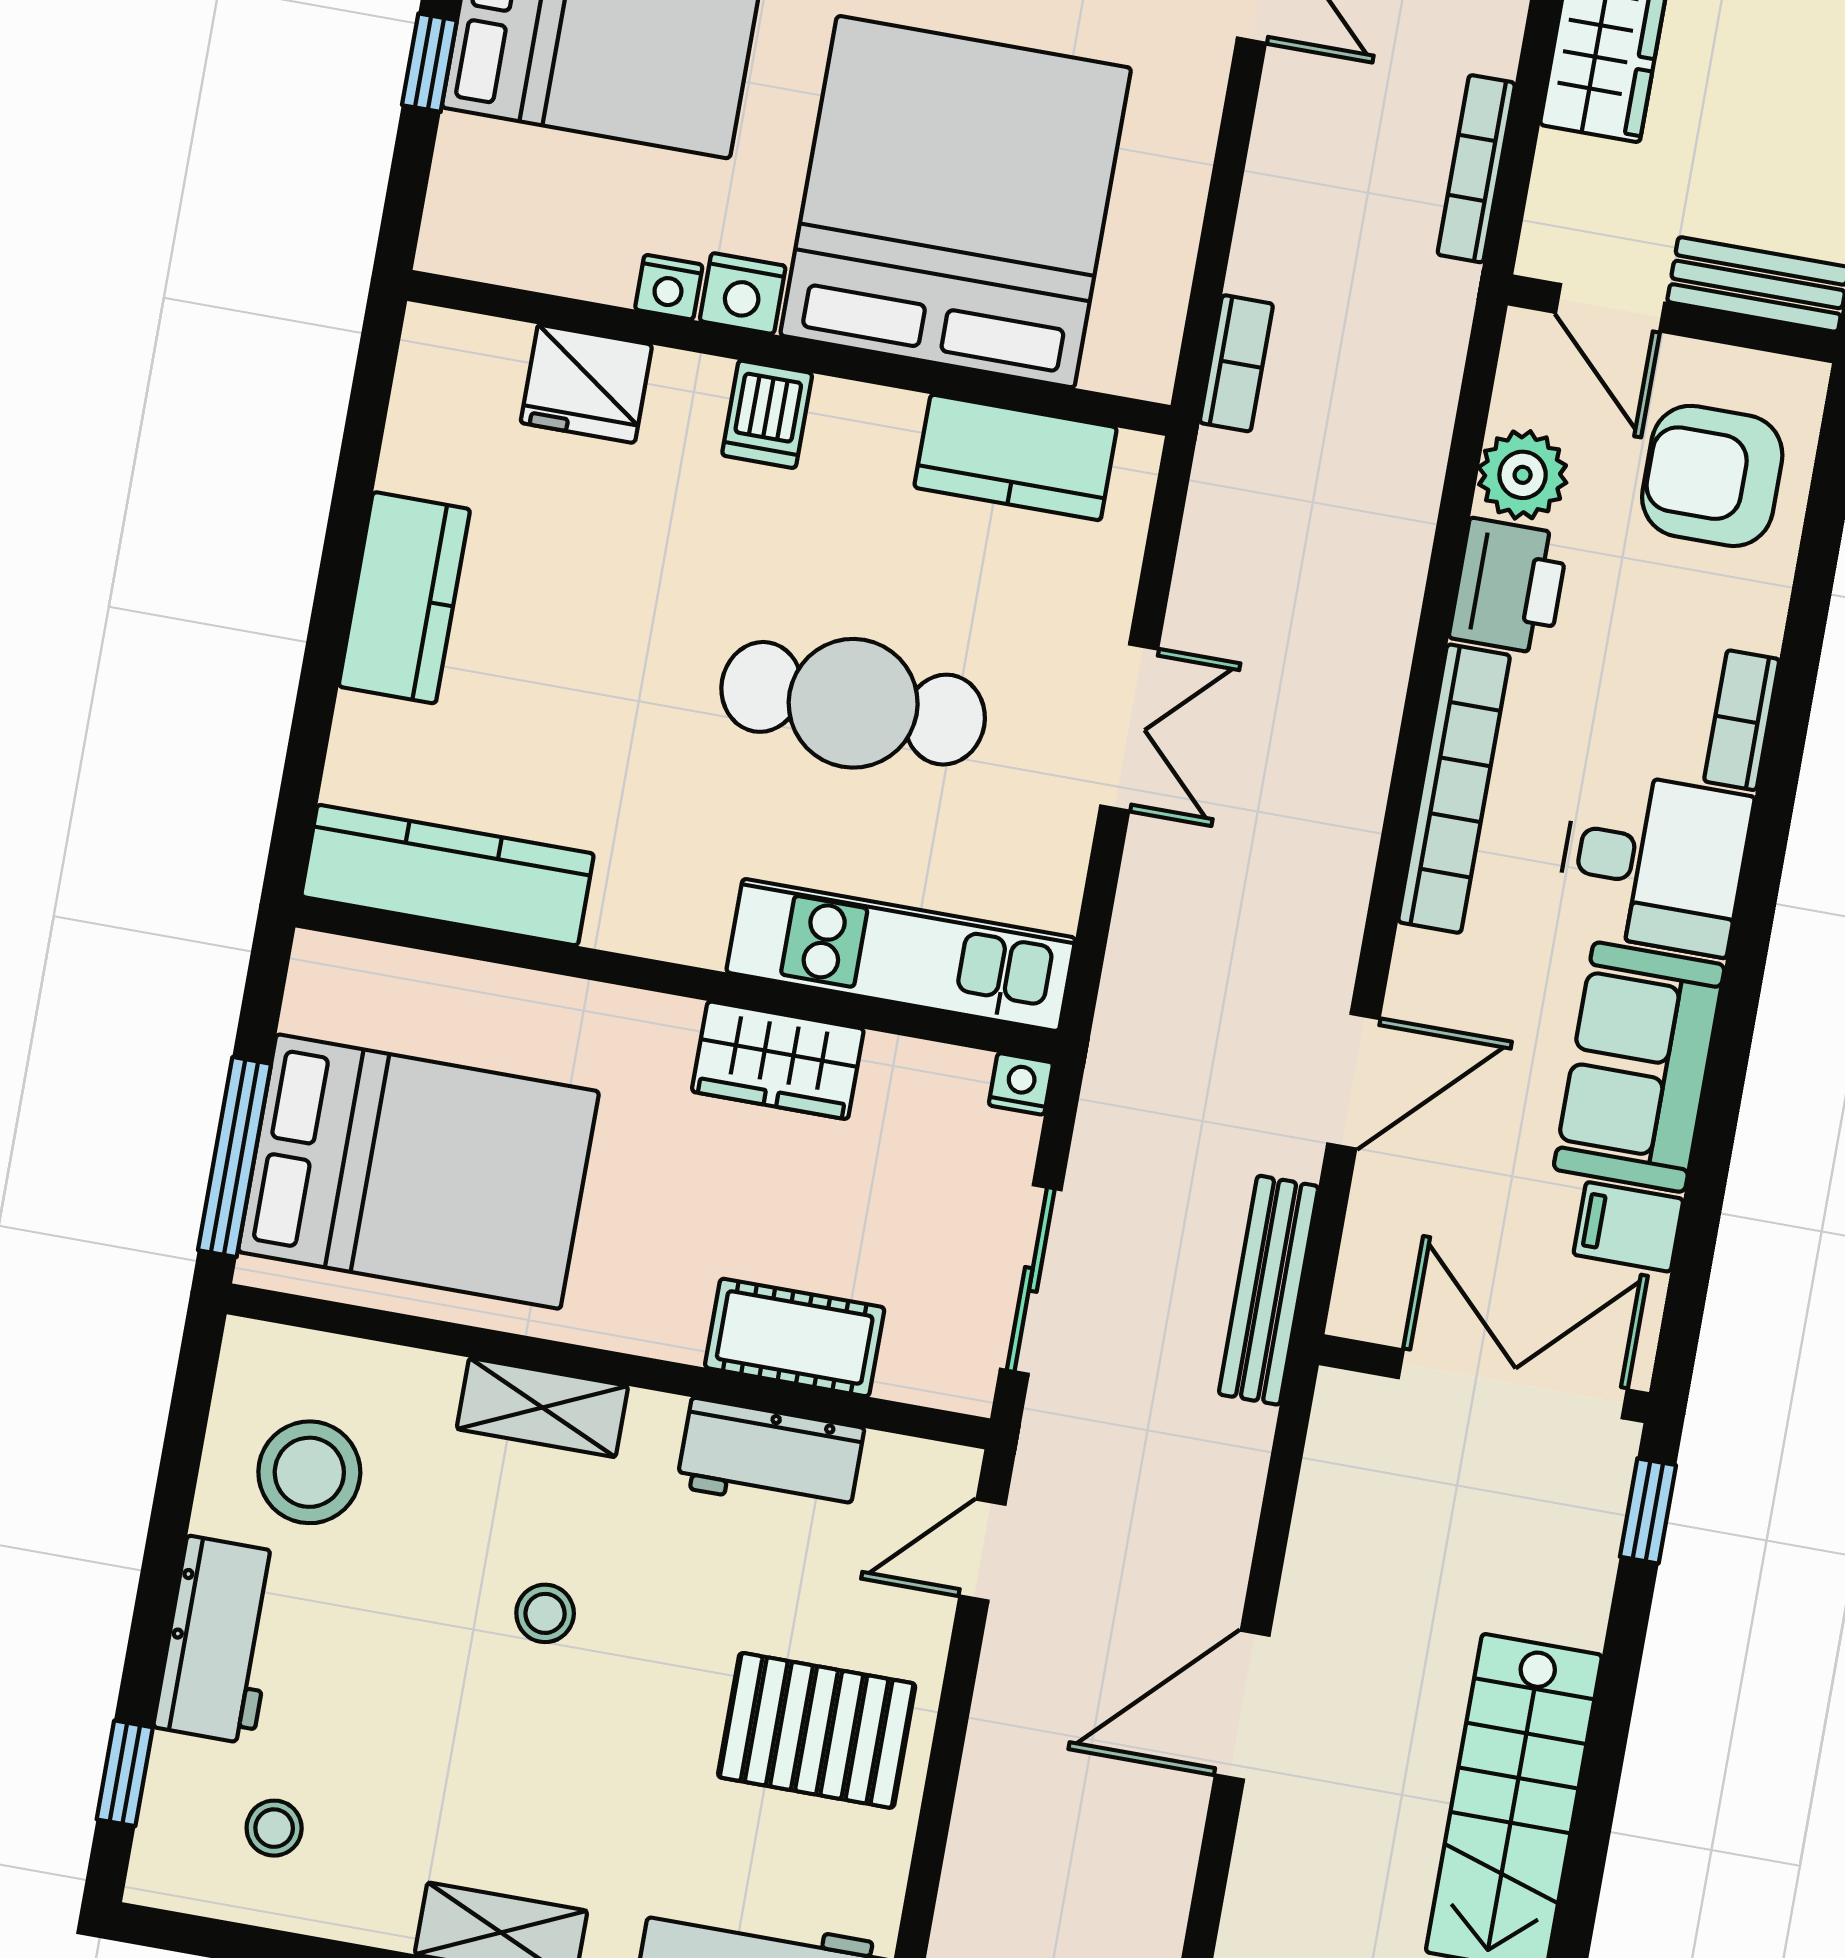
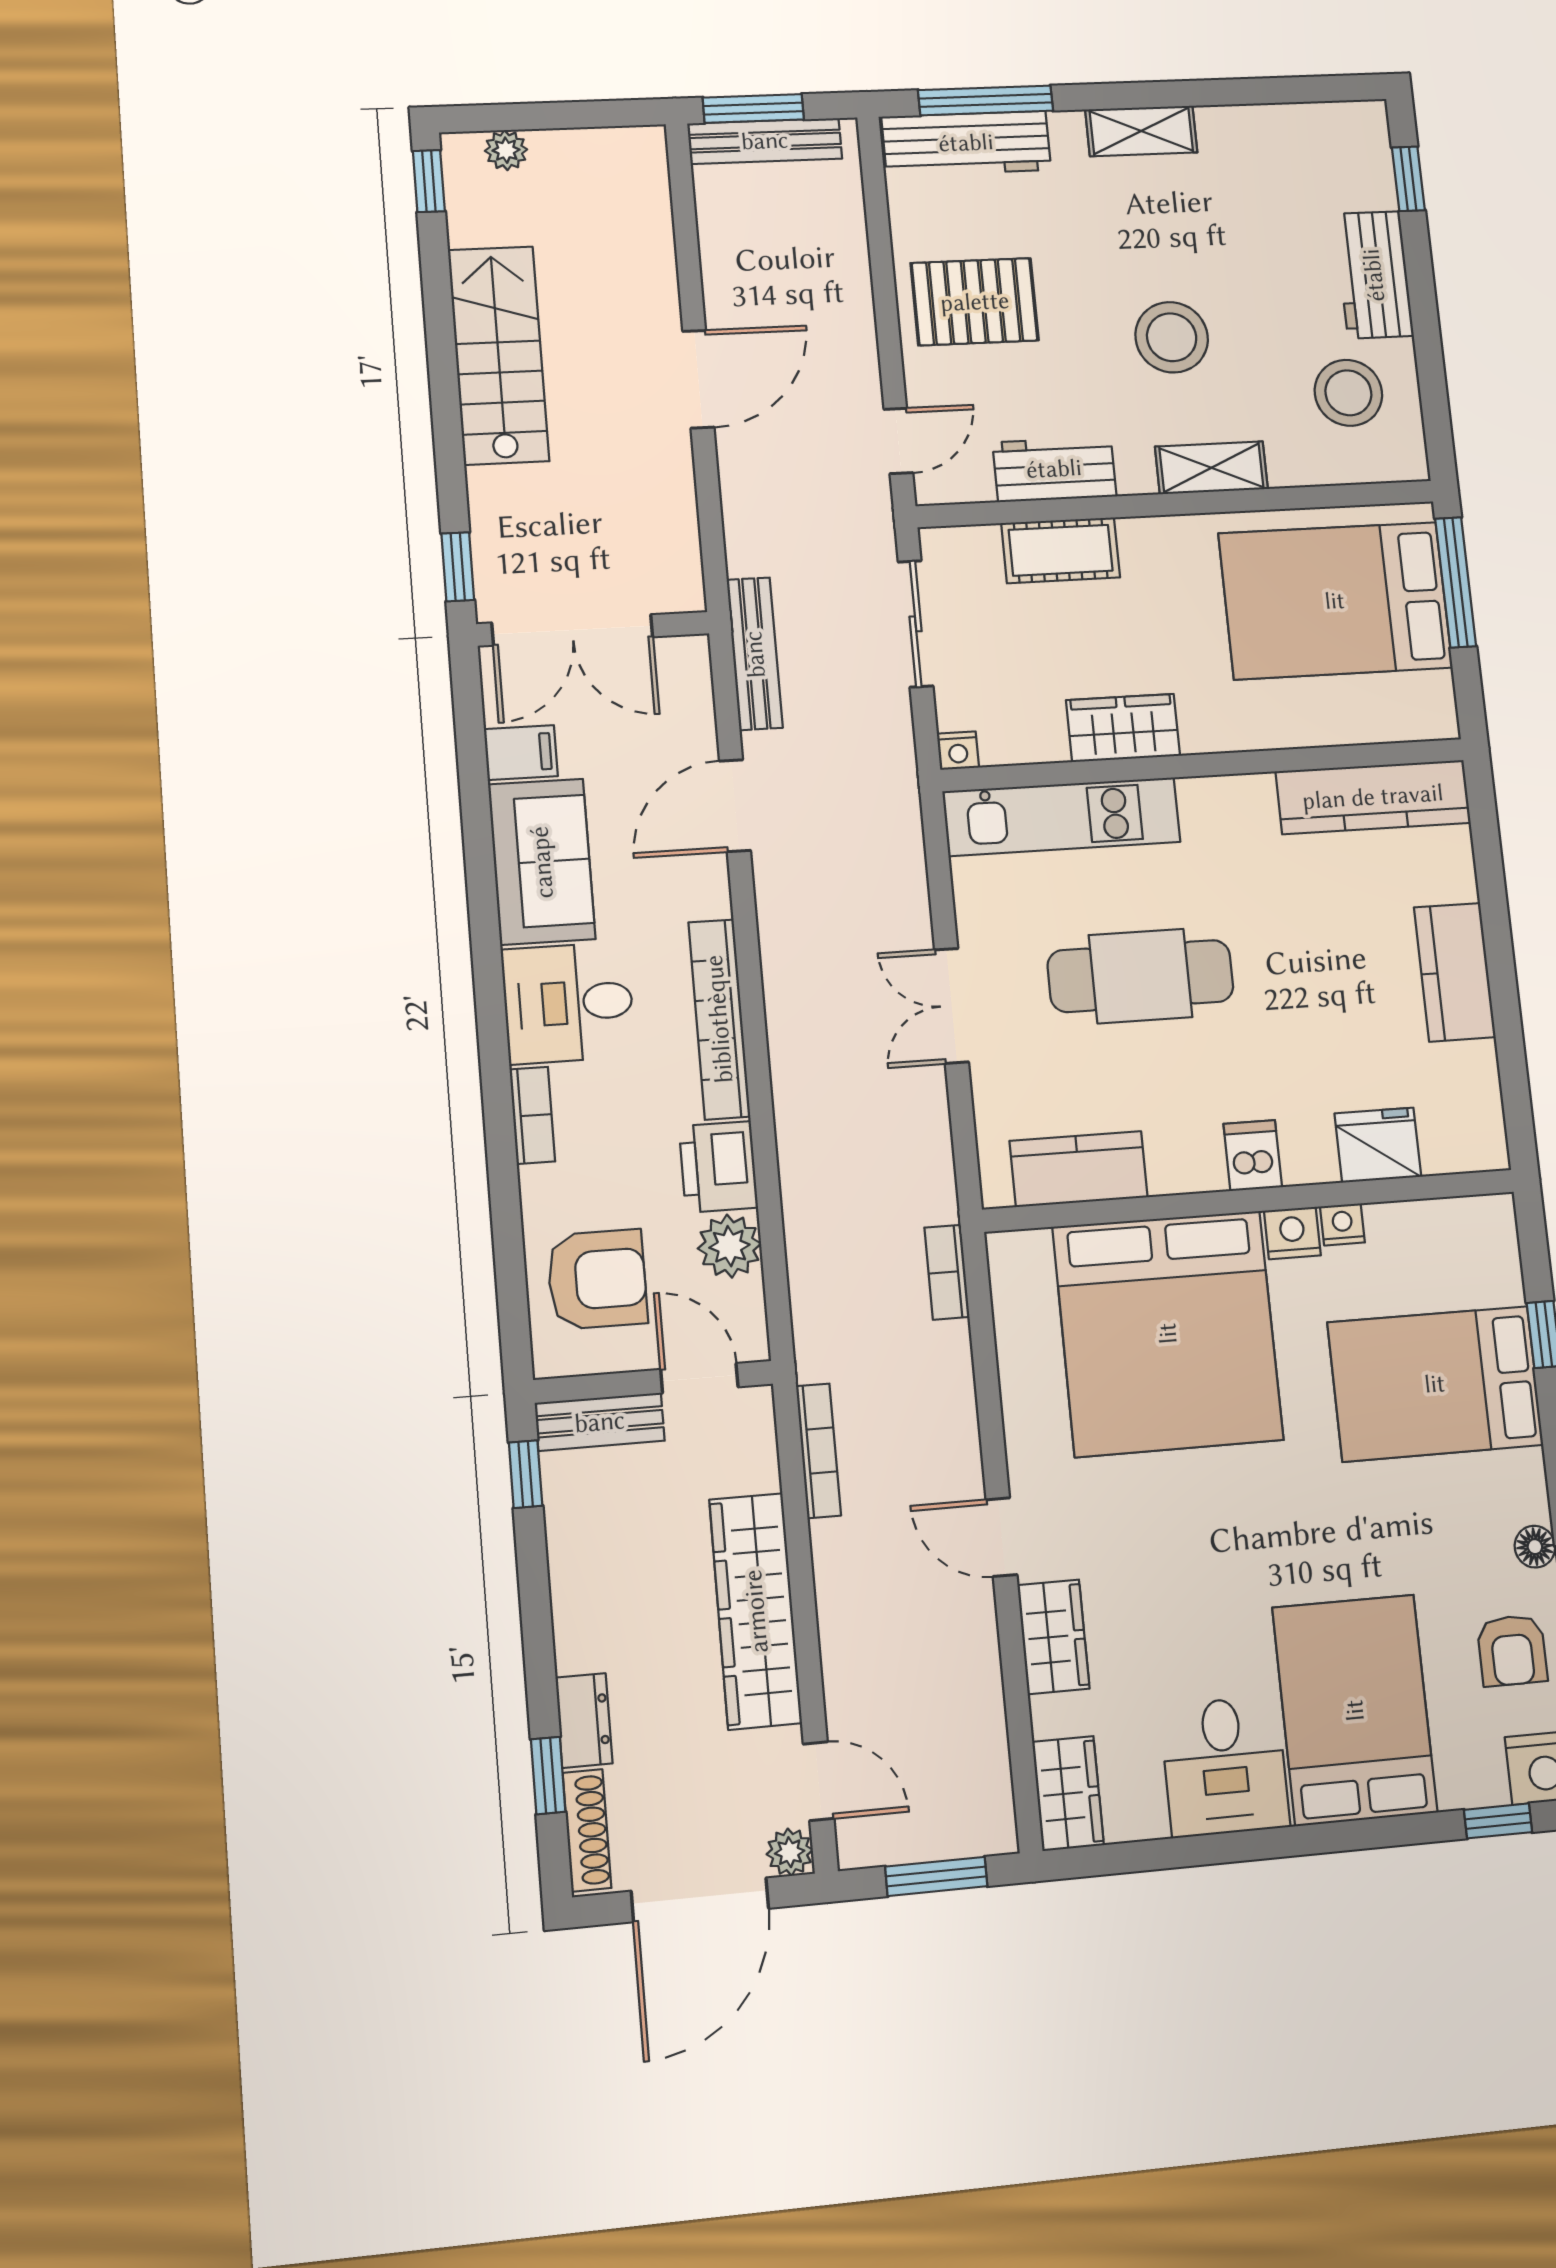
stool: (545, 1613) -> (1172, 337), width x1.89, depth x1.89
stool: (274, 1828) -> (1304, 165), removed

